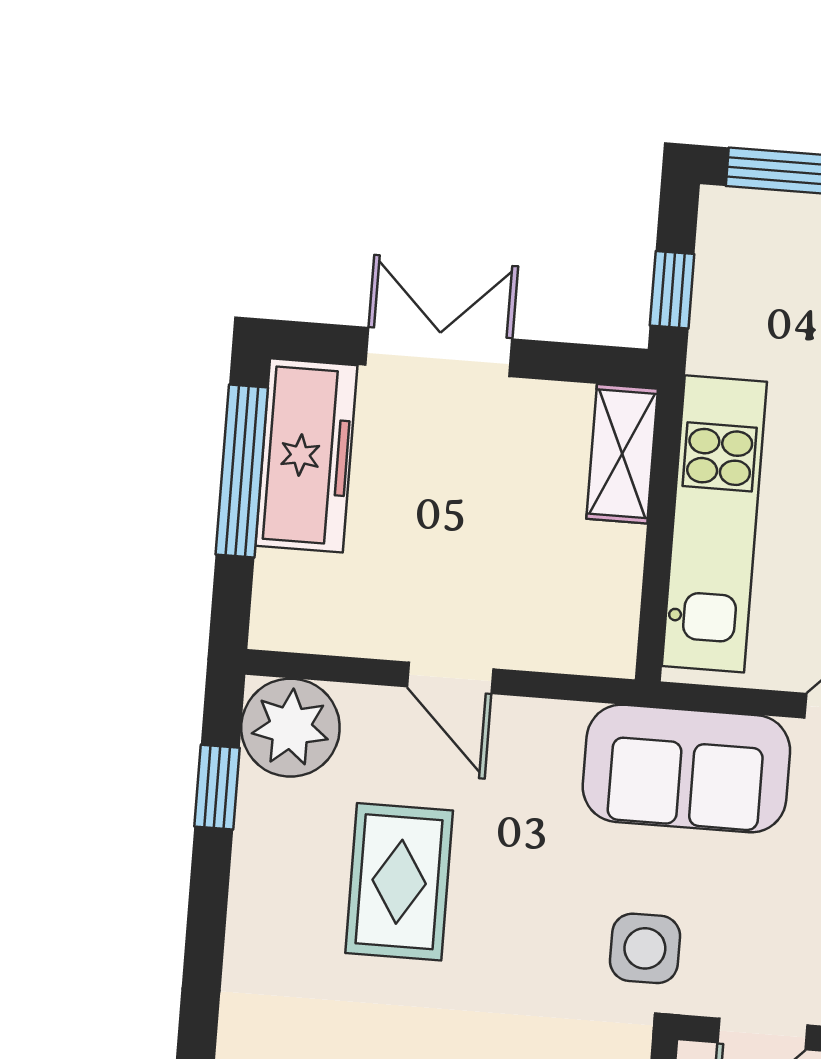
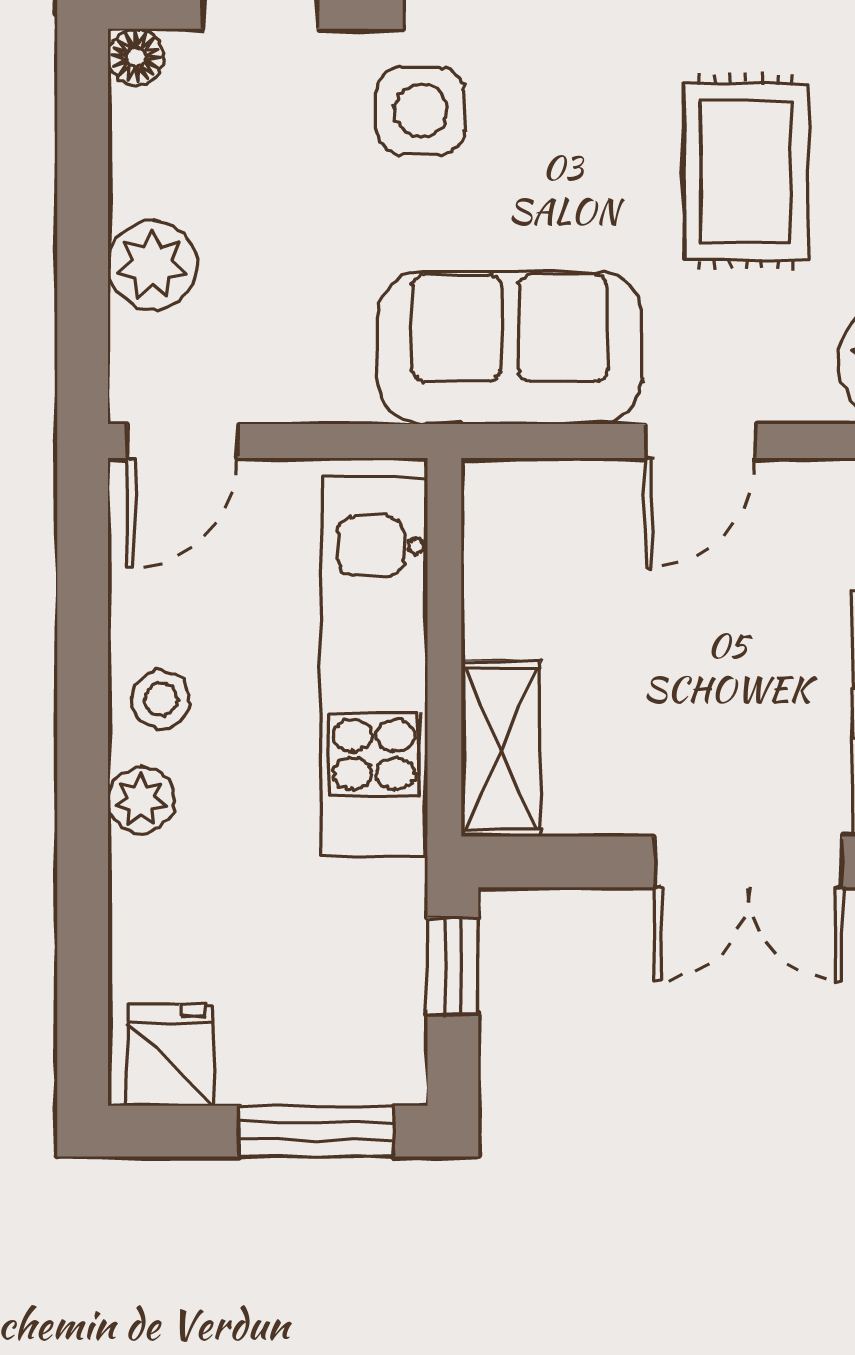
door: (450, 678) -> (701, 441), swing flipped
sofa: (686, 769) -> (510, 348), moved

